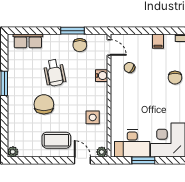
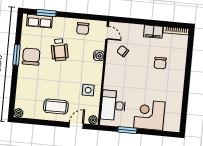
window: (73, 31) -> (46, 13), moved
filing cabinet: (158, 41) -> (153, 32), width x2.00
chair: (44, 104) -> (31, 57), moved
desk: (132, 143) -> (113, 105), moved, turned 90
door: (82, 160) -> (76, 125), hinge flipped

